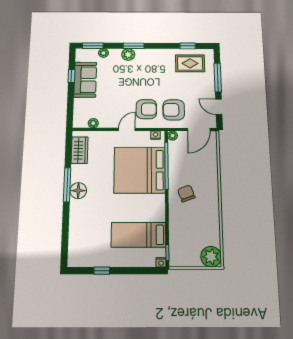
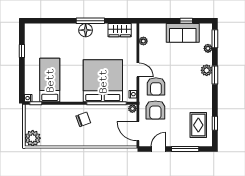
armchair: (174, 110) -> (155, 110), turned 180

